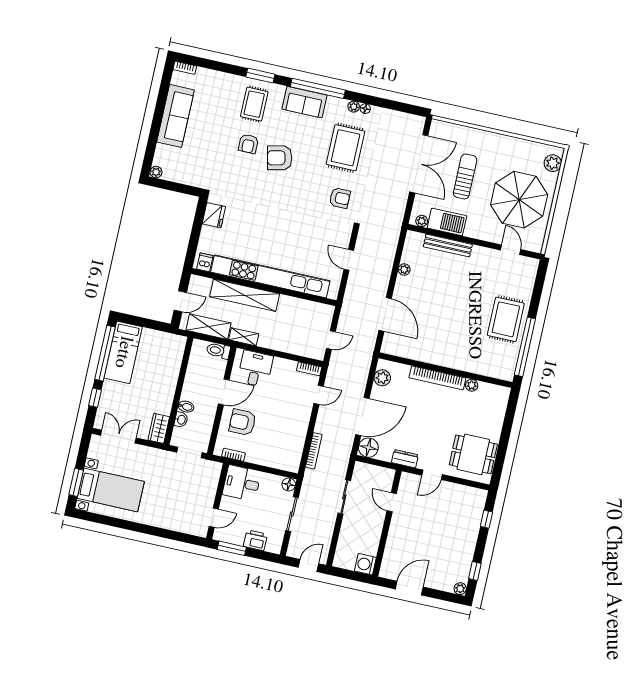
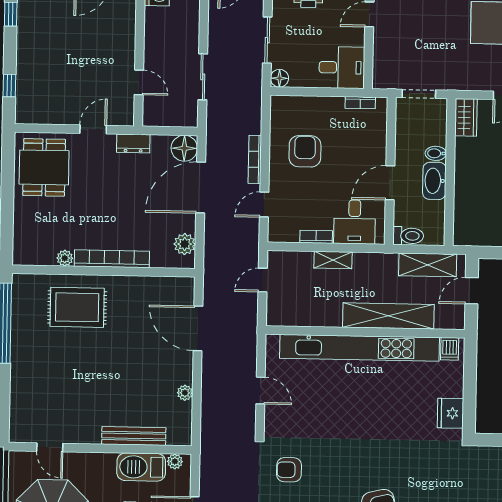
rug: (506, 319) -> (77, 307), moved, turned 90
shelving: (244, 337) -> (333, 260), moved
bookcase: (309, 369) -> (316, 237), moved
washbasin: (181, 420) -> (434, 181), moved, width x1.91, depth x1.45
armchair: (242, 422) -> (305, 151), moved, turned -90
bookcase: (314, 451) -> (255, 159), moved
dining table: (473, 454) -> (44, 167), turned 90

